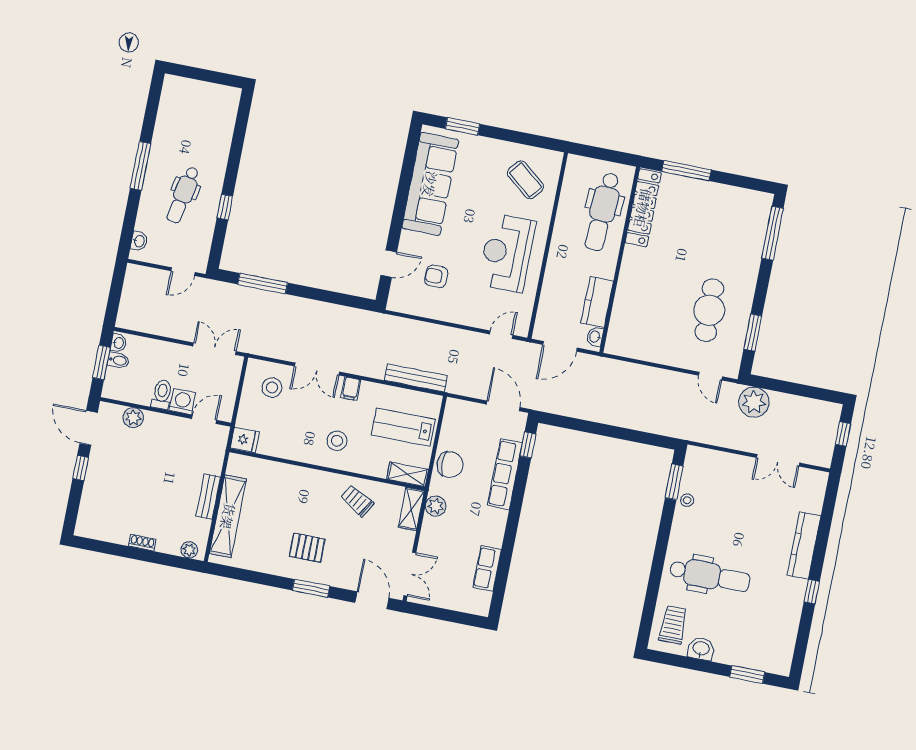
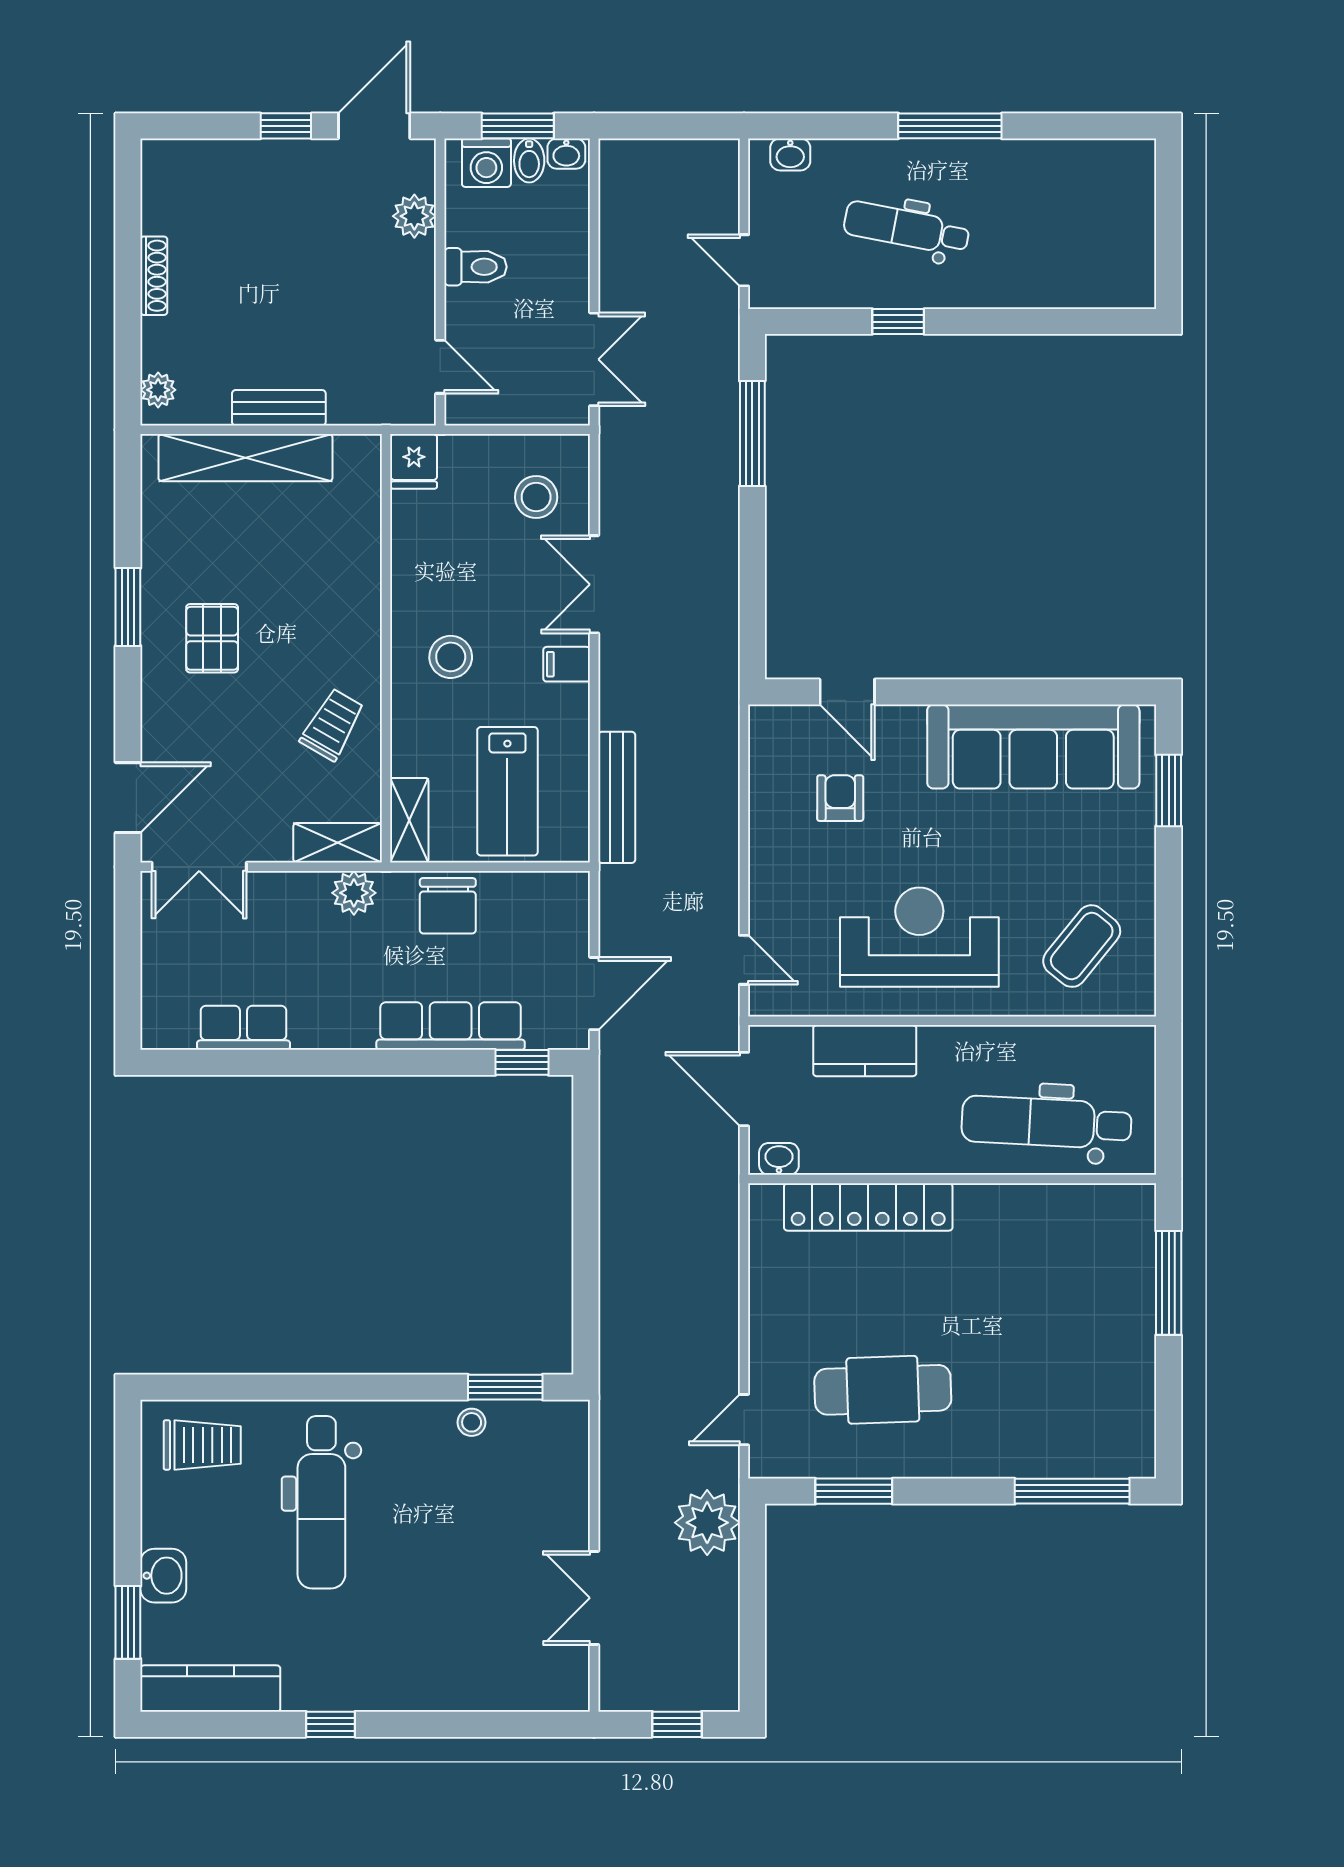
locker: (643, 208) -> (868, 1207), moved
kitchen counter: (597, 302) -> (865, 1051), moved, turned 180
washing machine: (182, 402) -> (486, 163), moved, turned 90
lab bench: (403, 427) -> (507, 791), turned 180
shoe rack: (142, 543) -> (154, 276), width x1.43
kitchen counter: (804, 546) -> (210, 1689), moved
window: (311, 588) -> (128, 607), moved
washbasin: (701, 649) -> (163, 1576), moved

